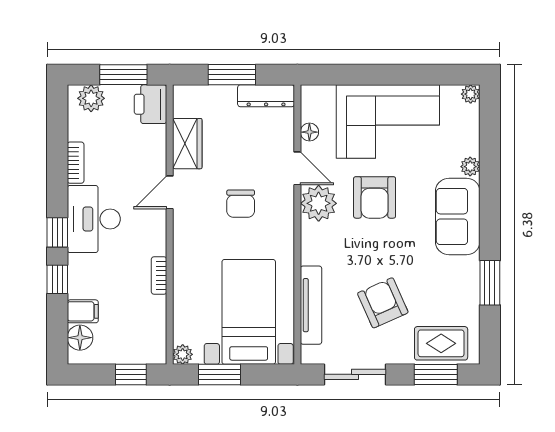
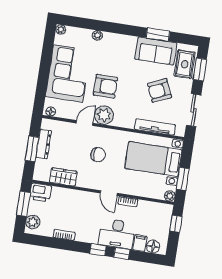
dresser: (266, 96) -> (44, 144), moved
floor lamp: (309, 132) -> (51, 111), moved
door: (170, 192) -> (109, 193), moved
sofa: (458, 216) -> (156, 51), moved
desk: (94, 219) -> (117, 234), moved

